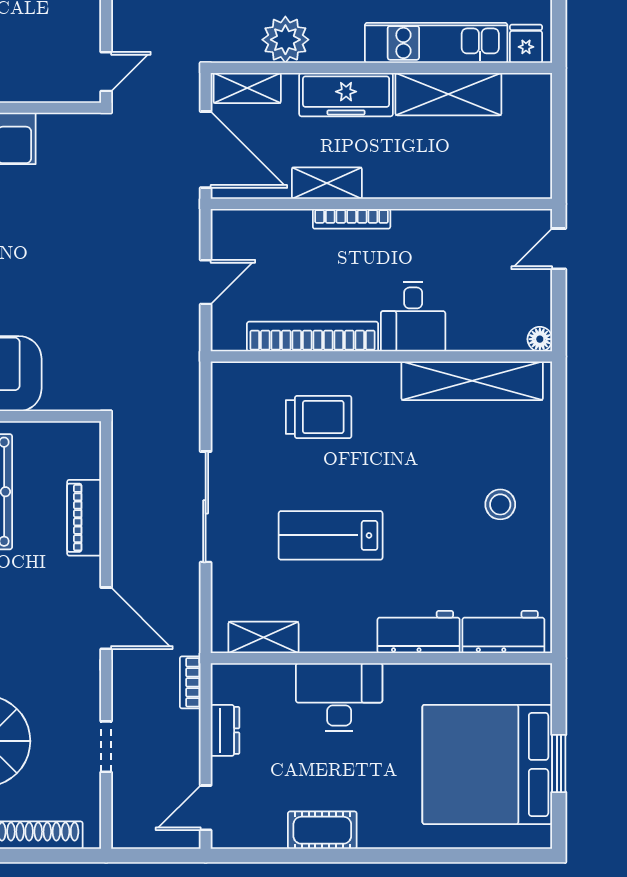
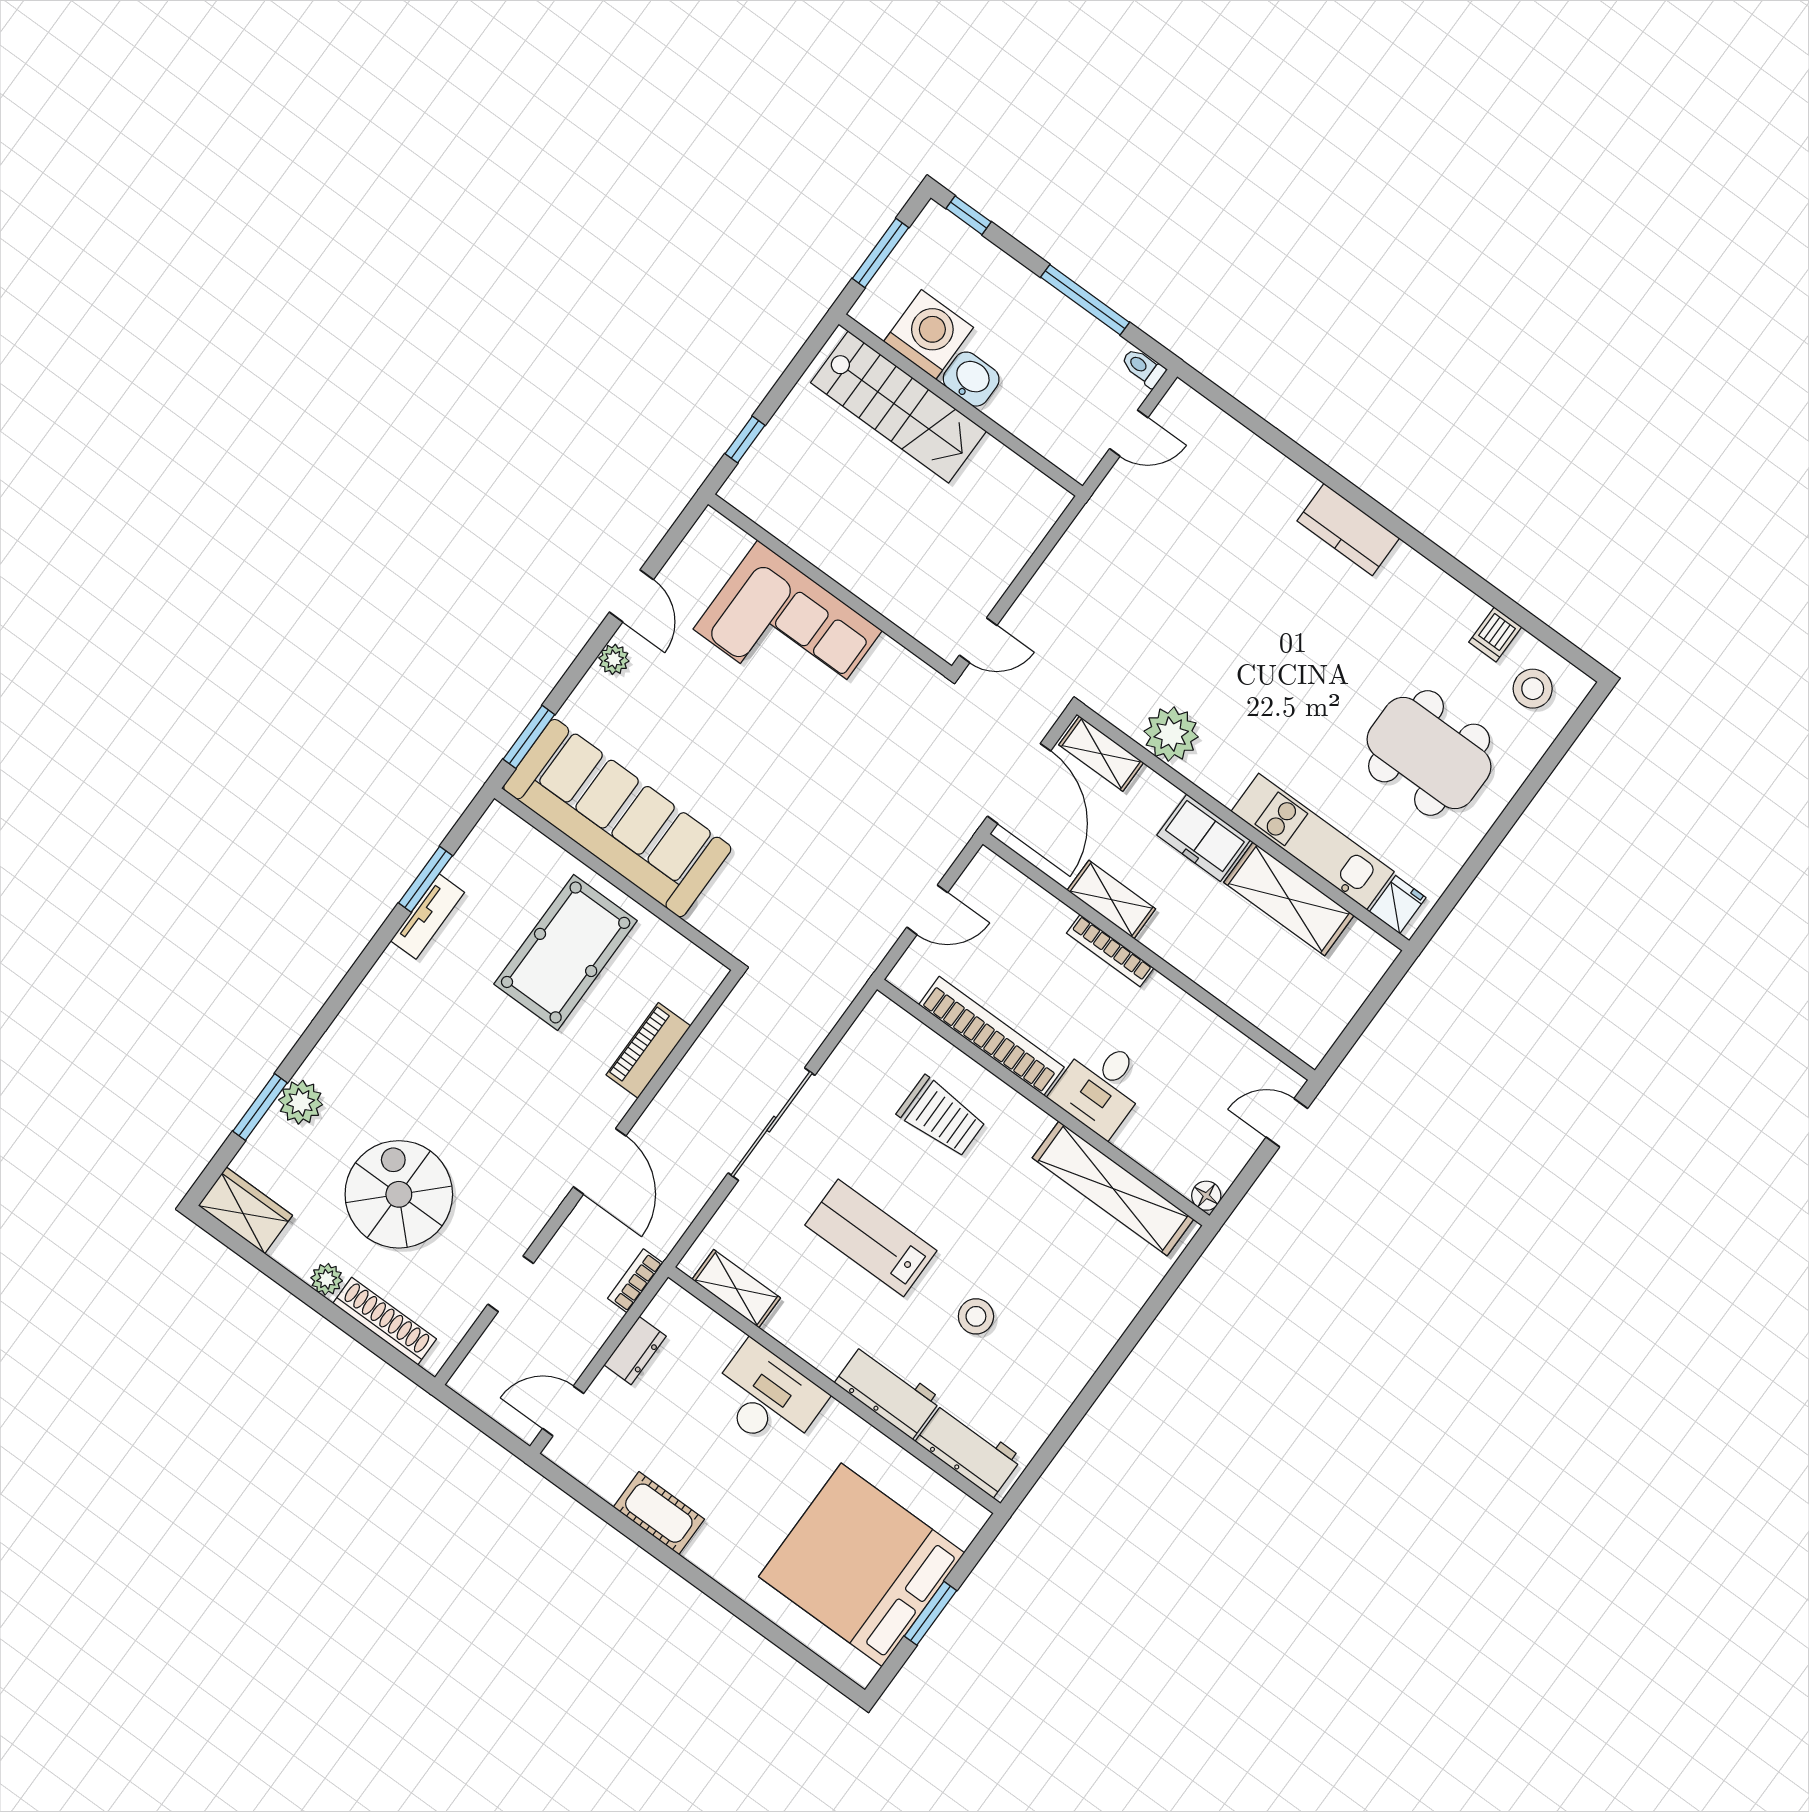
freezer: (346, 95) -> (1204, 838), width x0.71
stool: (500, 504) -> (976, 1316), moved

